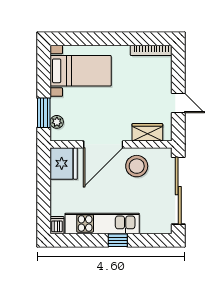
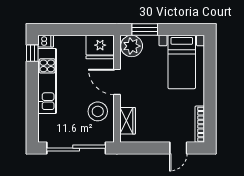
door: (178, 103) -> (178, 148), moved
plant: (57, 122) -> (132, 46), width x1.88, depth x1.88
door: (103, 144) -> (117, 82), width x0.73
window: (118, 240) -> (32, 53), moved

